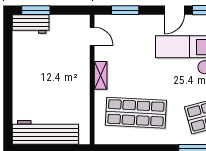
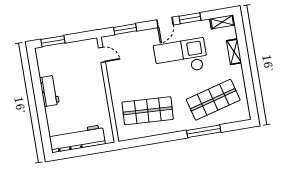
workbench: (31, 24) -> (49, 91), moved, turned -90
shelving: (101, 75) -> (114, 85), removed

